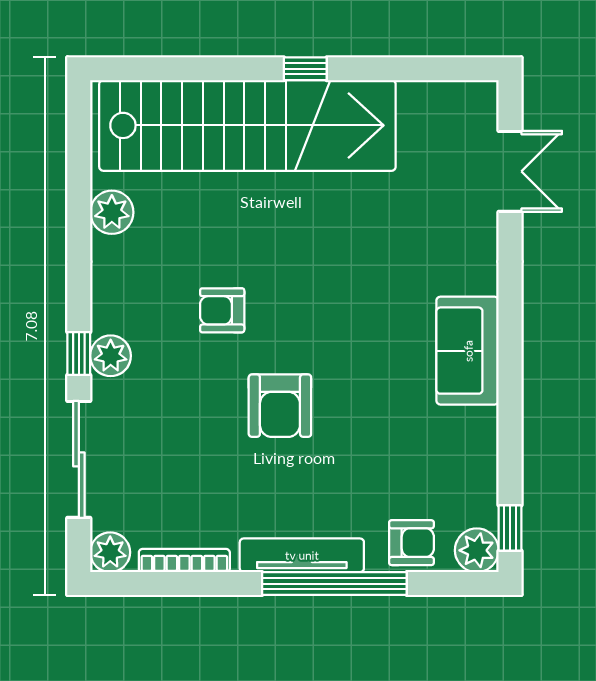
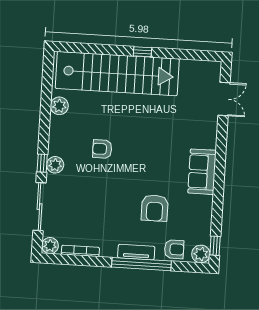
armchair: (280, 406) -> (155, 208), moved
tv unit: (302, 555) -> (136, 252), width x0.71

